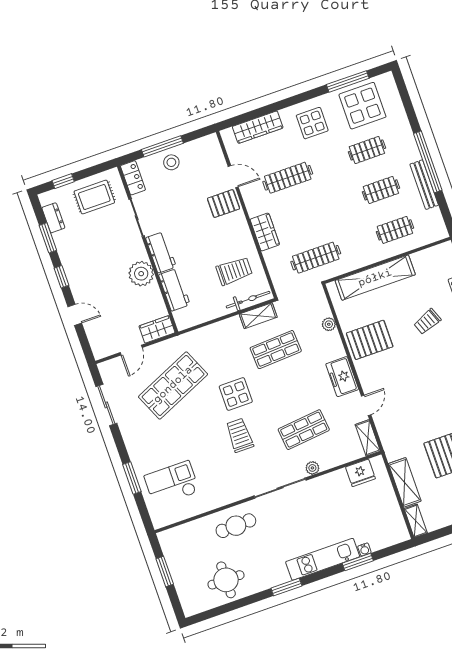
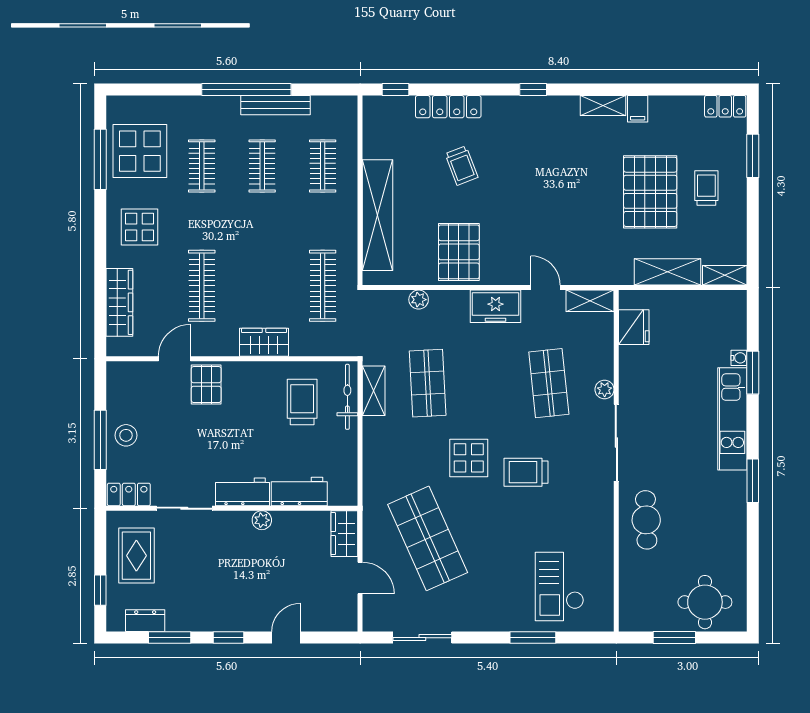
plant: (141, 274) -> (262, 520), width x0.53, depth x0.53
round table: (226, 580) -> (705, 602), moved

